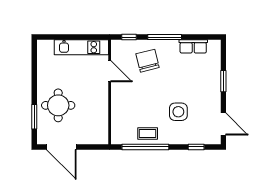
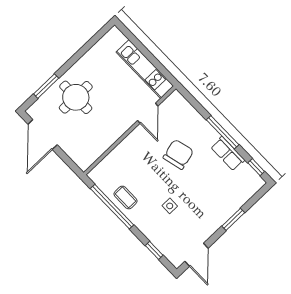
window: (129, 37) -> (256, 167), moved
row of seats: (193, 46) -> (228, 154), moved
chair: (148, 61) -> (178, 154), moved
side table: (178, 112) -> (170, 206), width x0.54, depth x0.54

